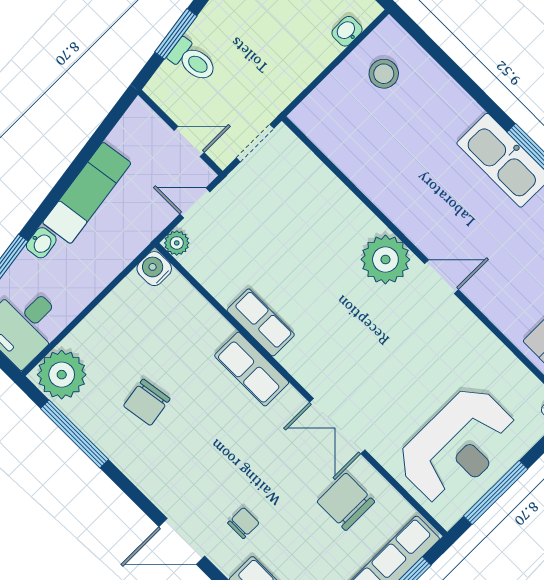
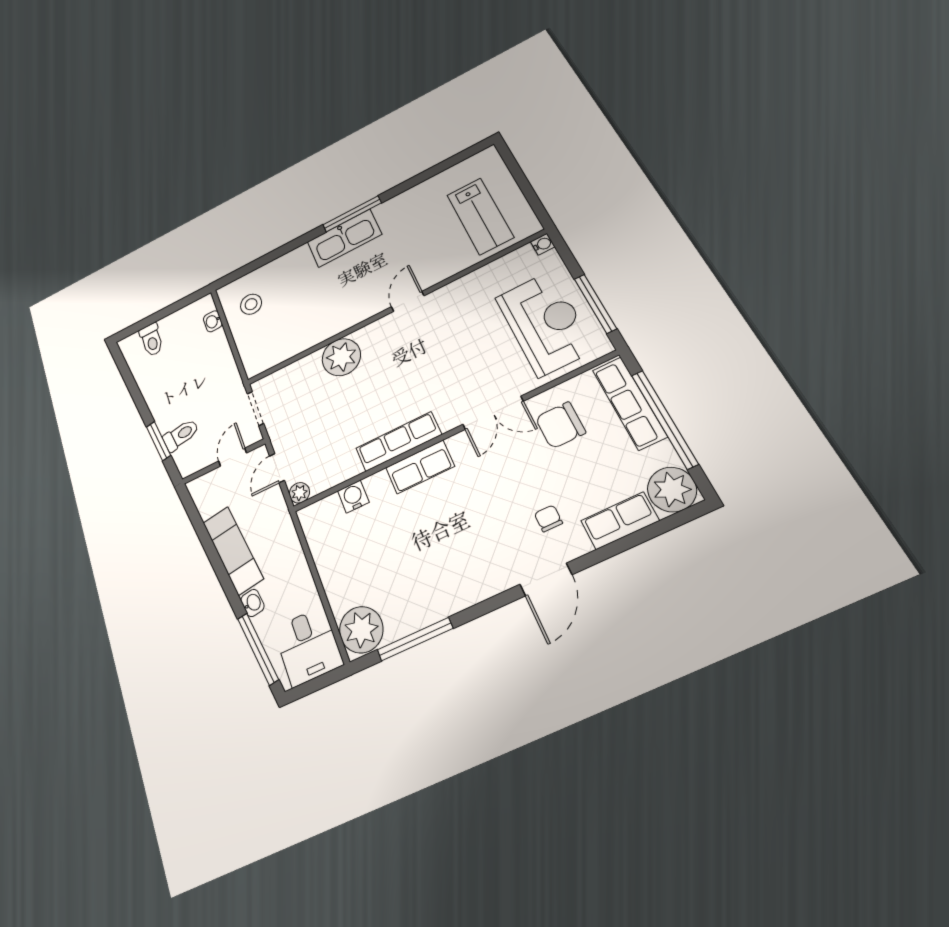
plant: (385, 260) -> (341, 357), moved
water cooler: (154, 269) -> (353, 497), moved, turned 90
row of seats: (261, 322) -> (399, 442), width x1.48
chair: (147, 402) -> (413, 564), removed

